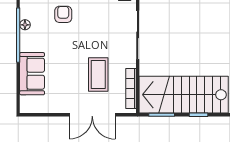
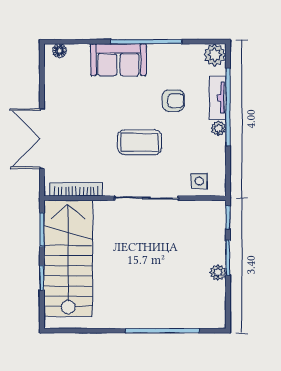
floor lamp: (25, 25) -> (59, 51), moved
sofa: (32, 74) -> (118, 60), moved
coffee table: (98, 74) -> (140, 142), moved

